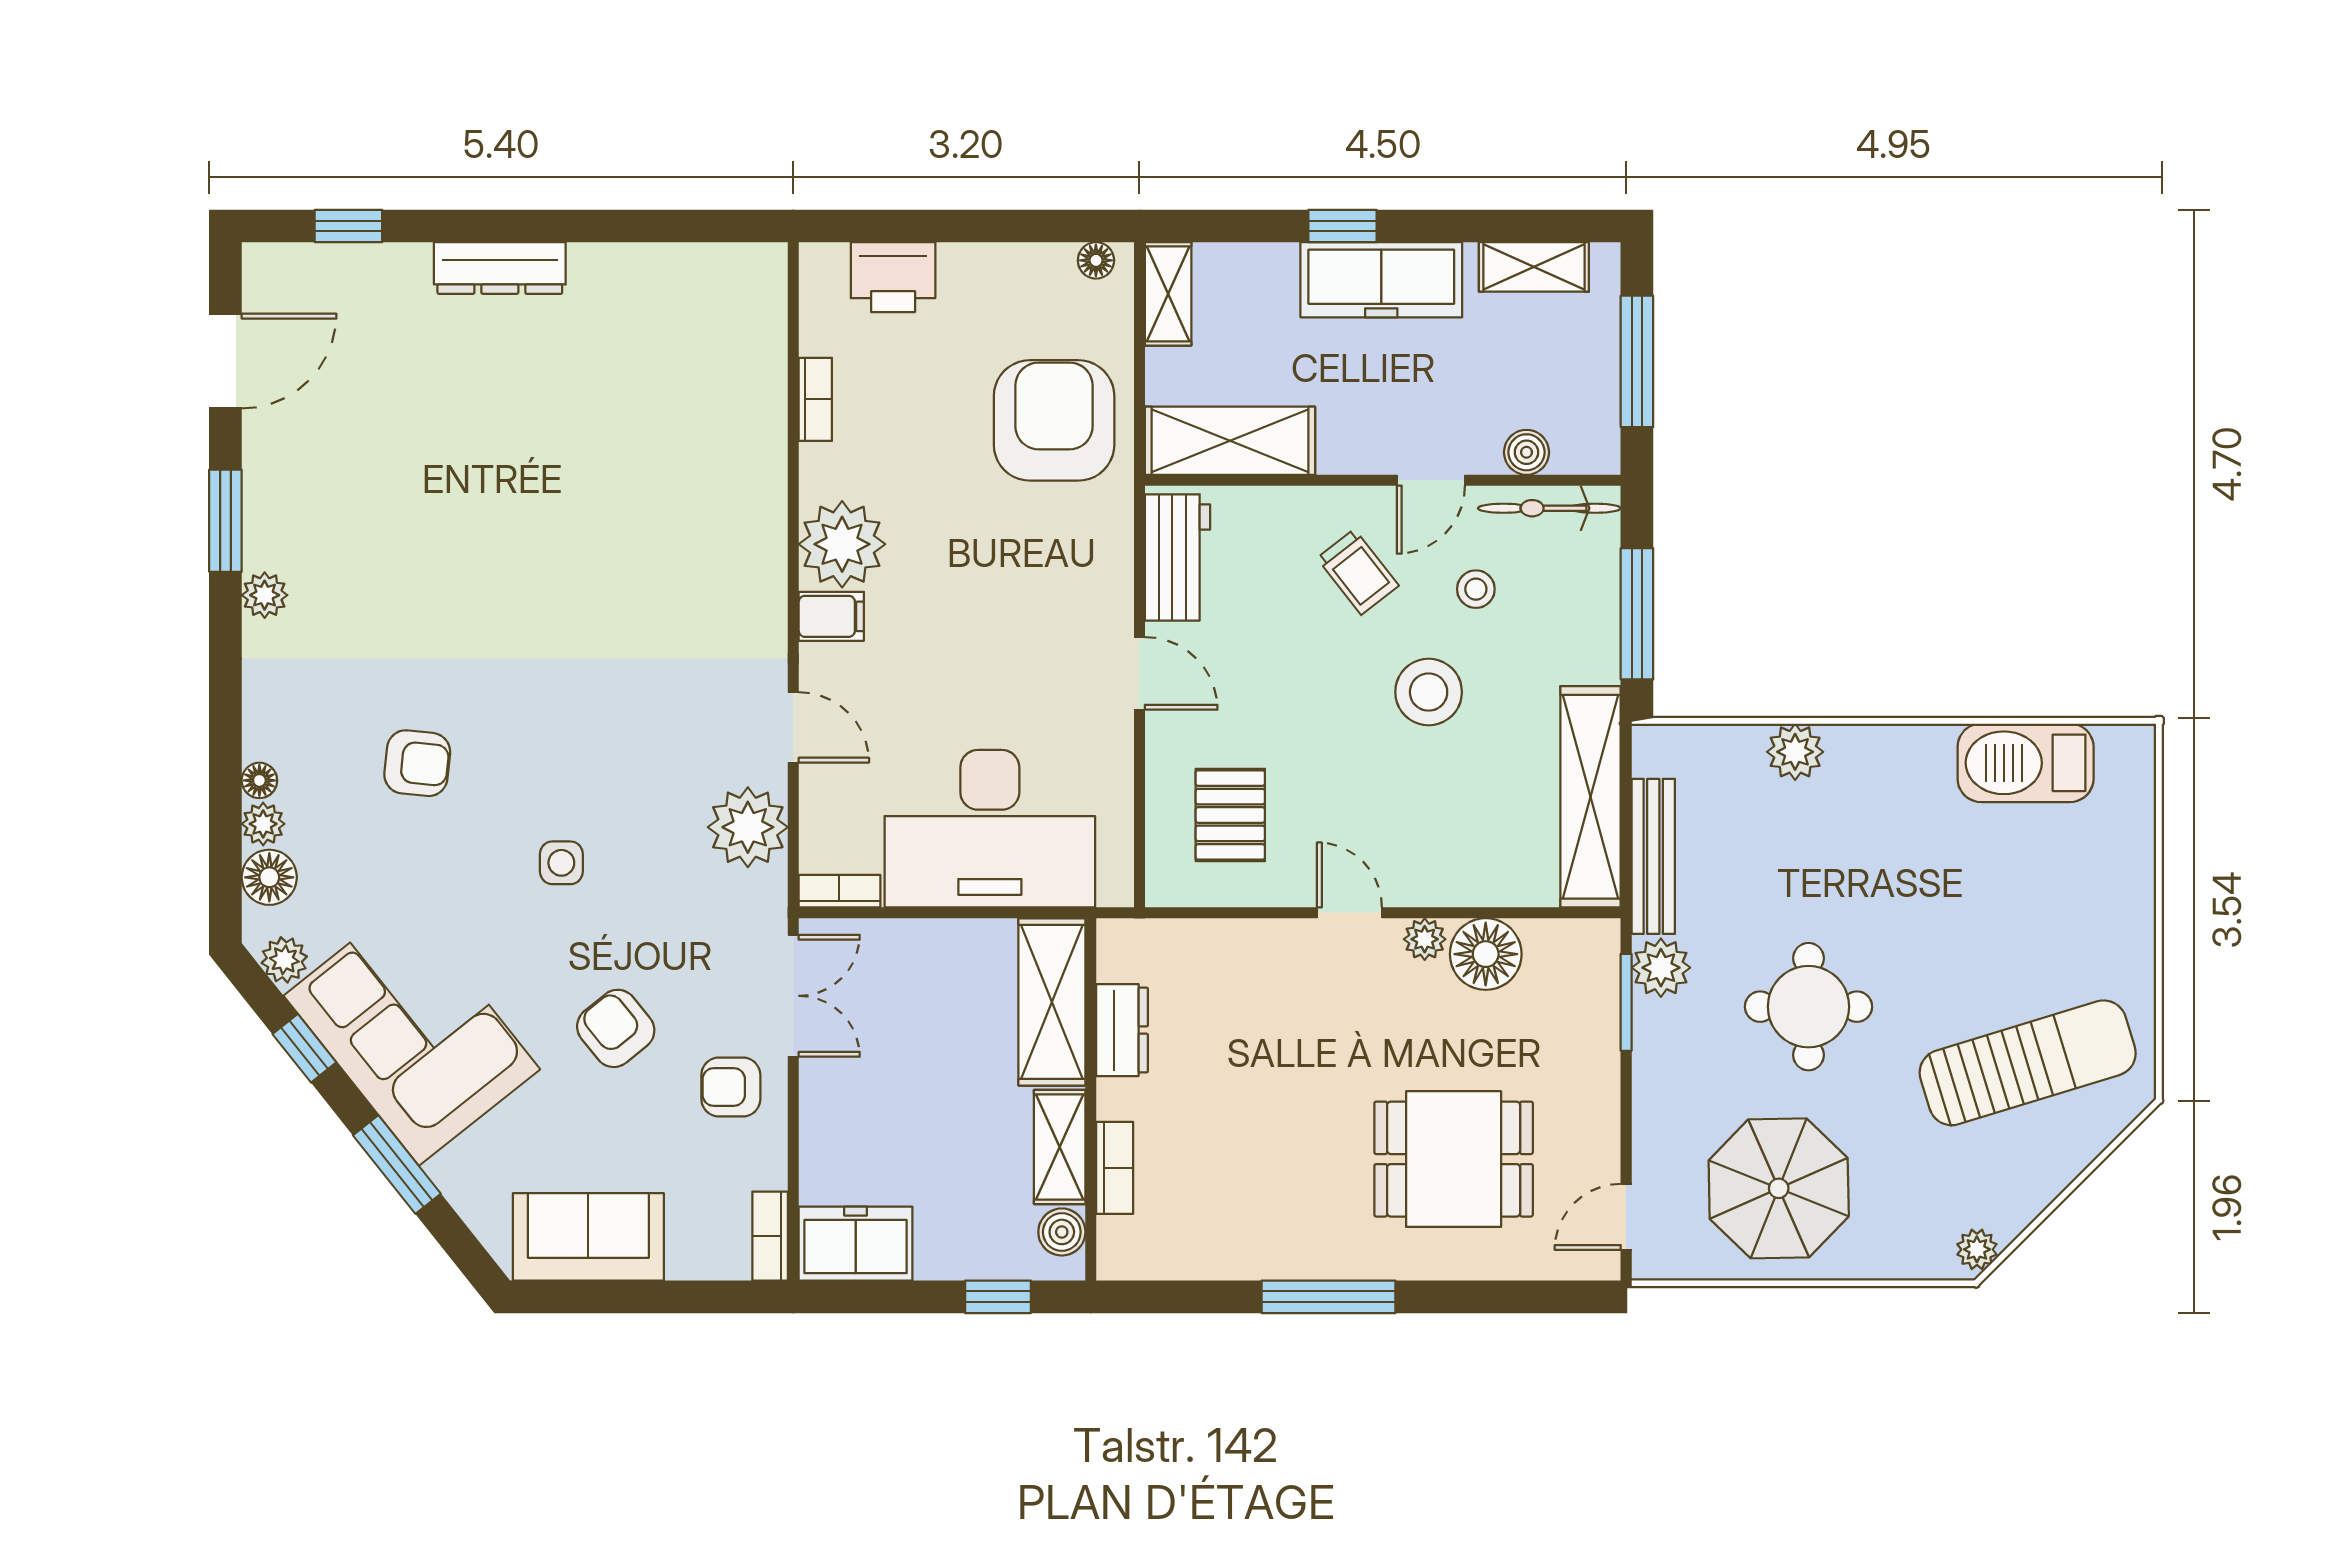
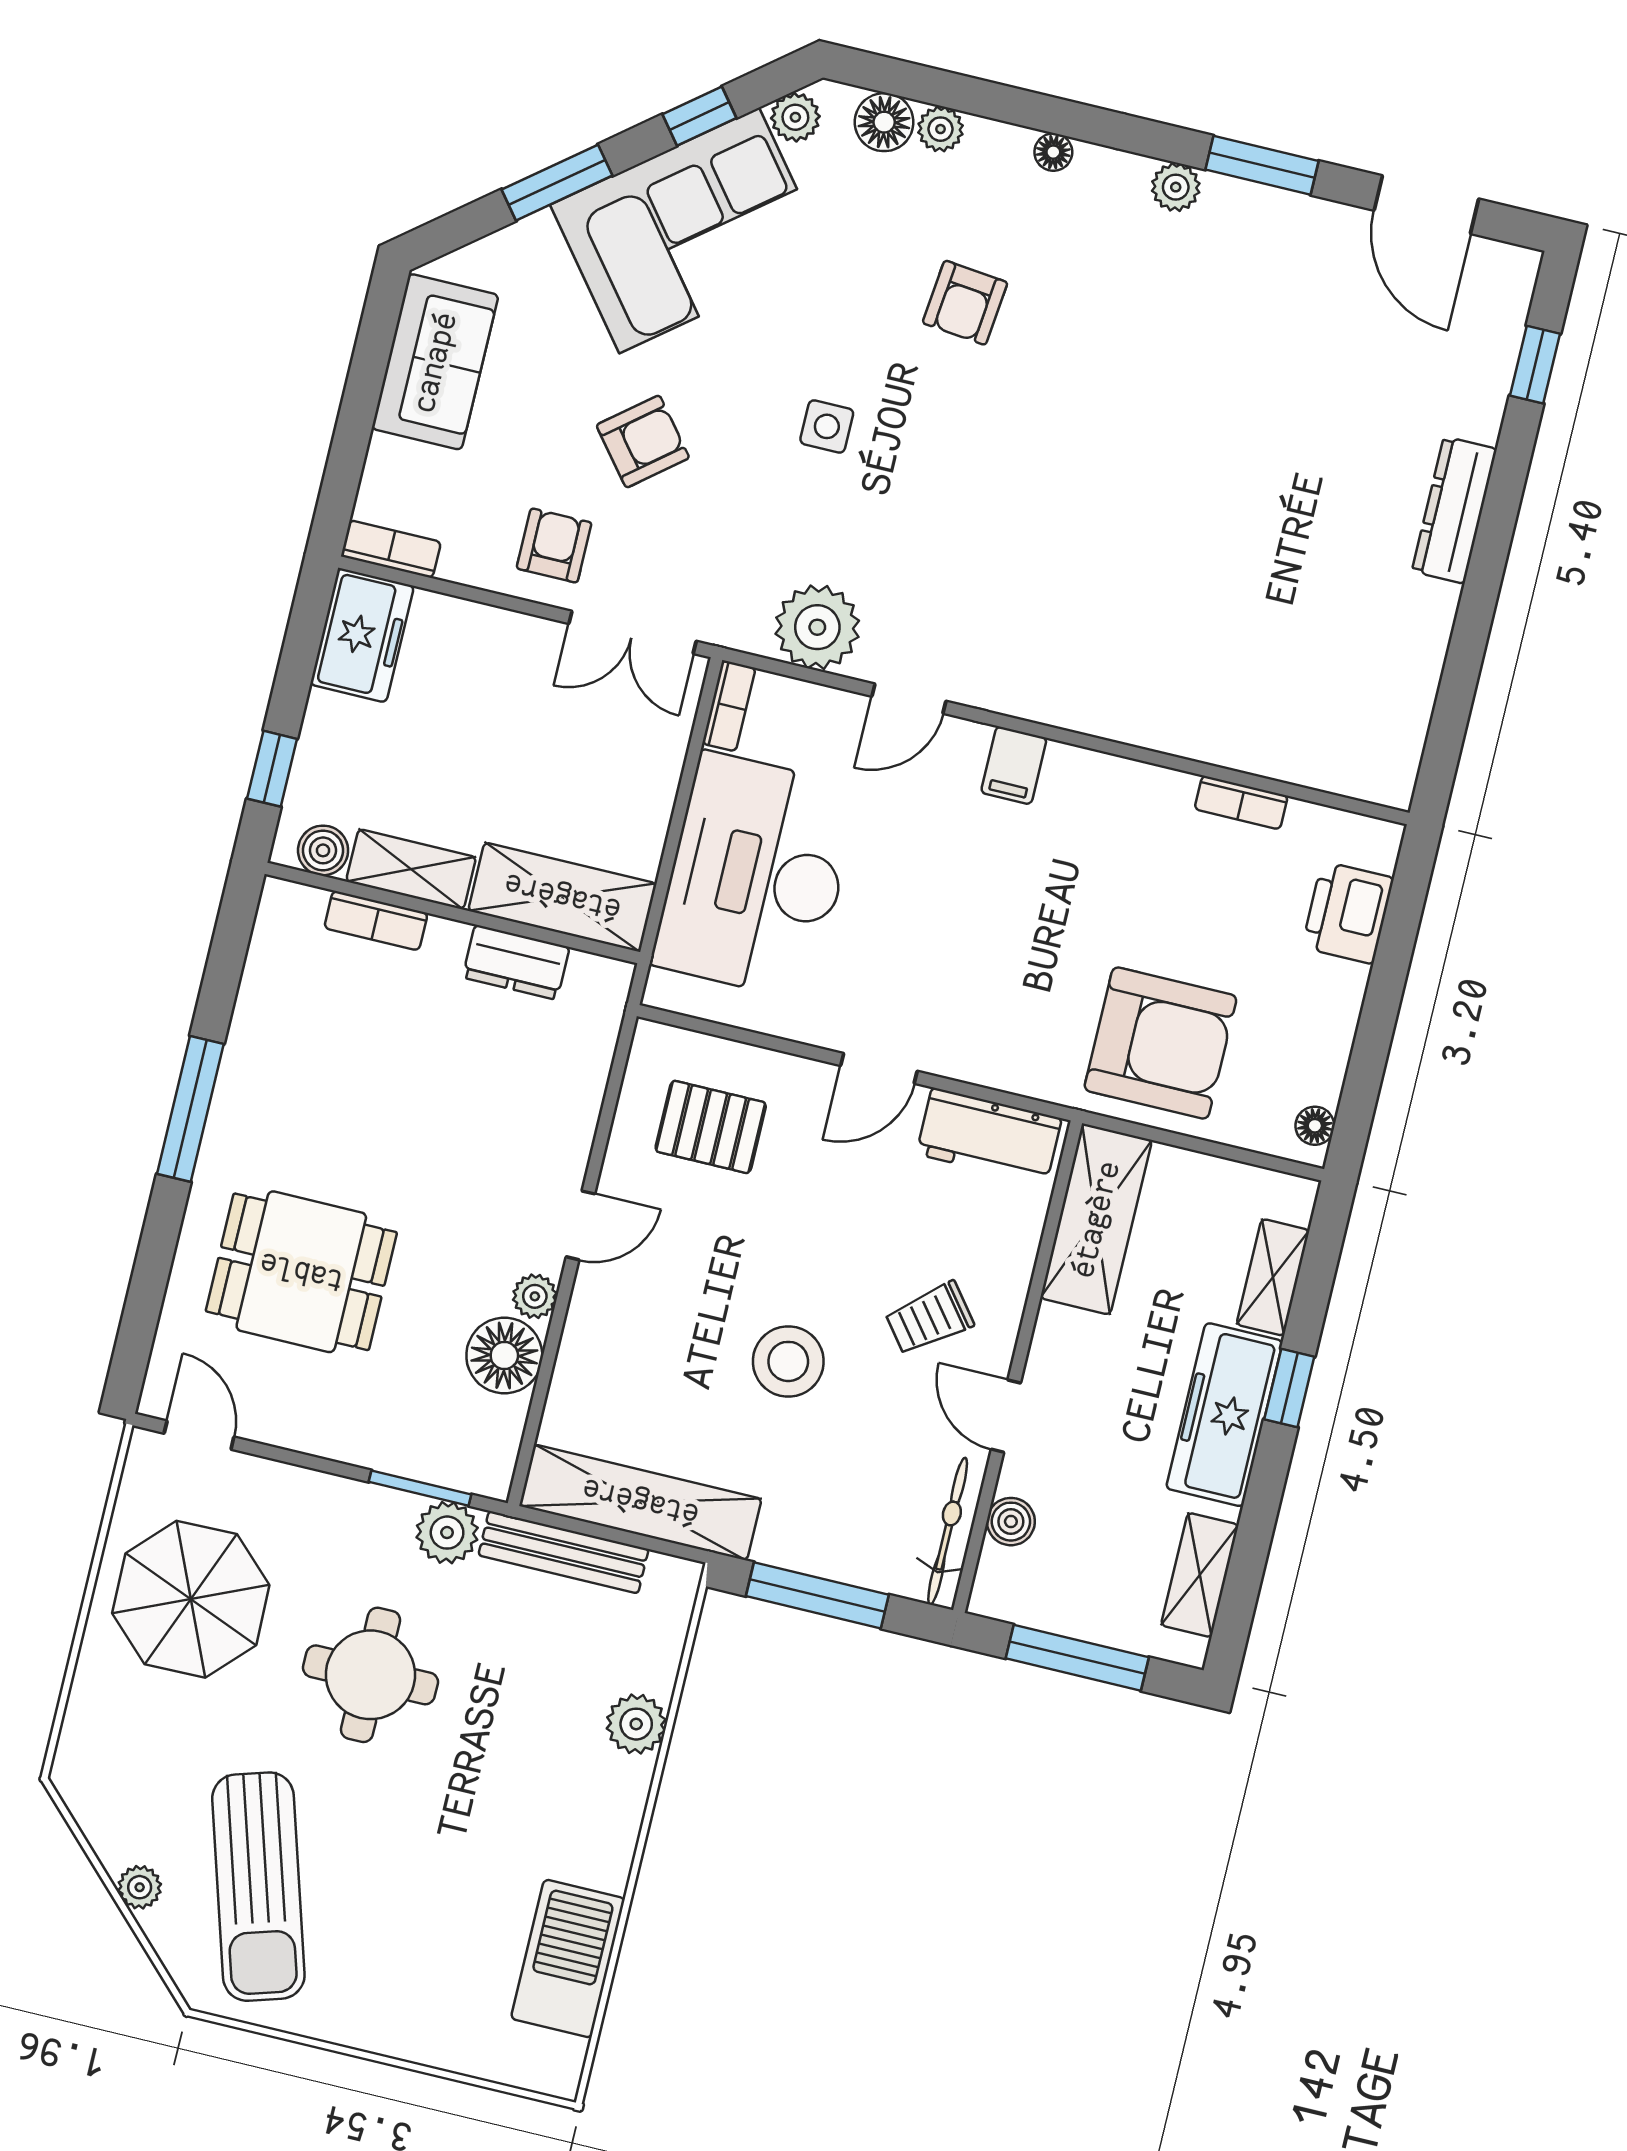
shelving: (1168, 294) -> (1273, 1277), moved, turned 90
plant: (842, 544) -> (1085, 794), removed
stool: (1476, 589) -> (883, 1436), removed
floor lamp: (259, 780) -> (1053, 152), moved
dining table: (1454, 1159) -> (301, 1272), turned 90
plant: (1977, 1249) -> (140, 1887), moved

